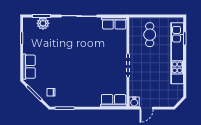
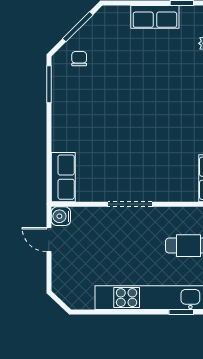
row of seats: (29, 67) -> (155, 17), moved

